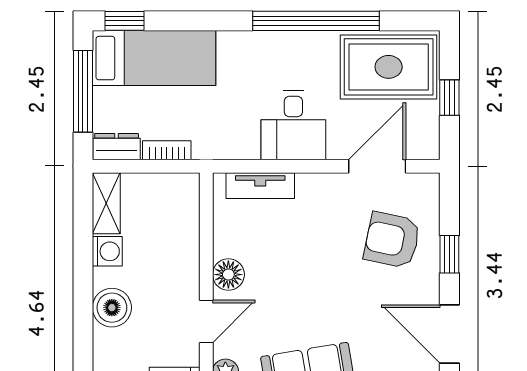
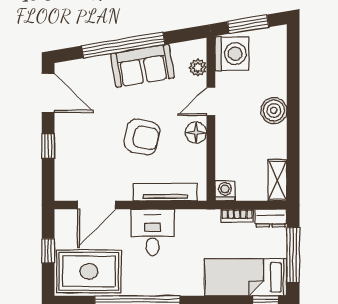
tv unit: (260, 186) -> (165, 192), width x1.41
armchair: (392, 240) -> (142, 137), moved
washing machine: (107, 251) -> (225, 191), moved, turned 90

